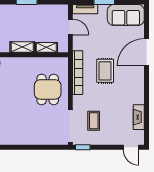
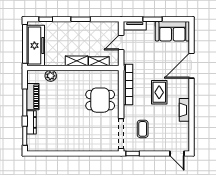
door: (70, 27) -> (121, 42), swing flipped
rug: (105, 71) -> (159, 92), moved
dining table: (48, 89) -> (100, 100), turned 90
fireplace: (139, 117) -> (184, 110), moved

